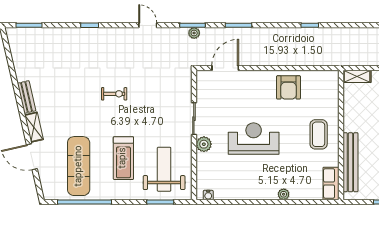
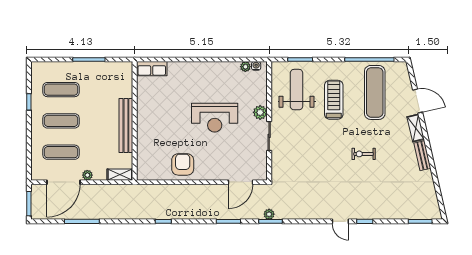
door: (148, 25) -> (340, 221), moved
exercise bike: (114, 94) -> (364, 154), moved
coffee table: (319, 134) -> (155, 121), removed
bench: (350, 162) -> (126, 125), moved
weight bench: (164, 169) -> (297, 90), turned 180
row of seats: (331, 183) -> (152, 69), moved, turned 90
plant: (284, 194) -> (245, 67), moved

